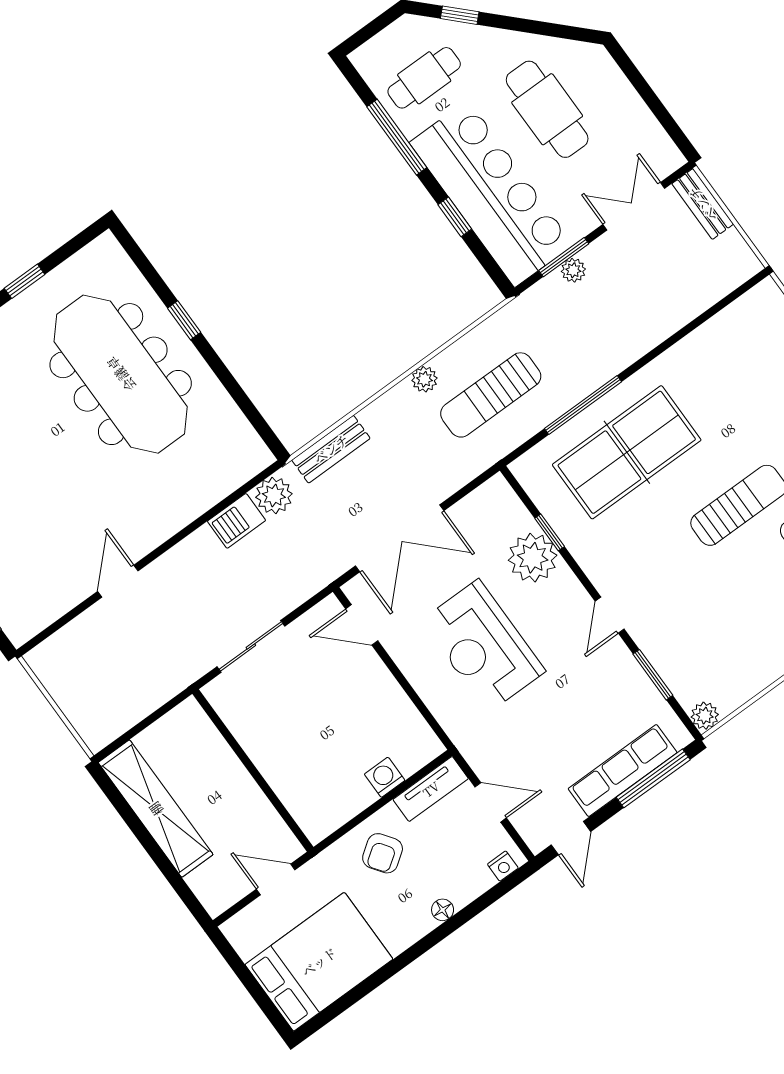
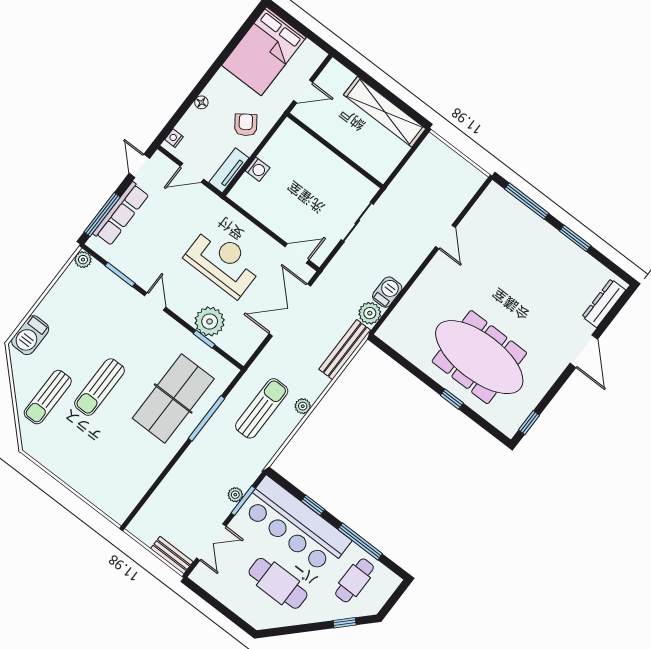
window: (25, 281) -> (529, 423), moved
bench: (331, 449) -> (345, 350), width x1.36

